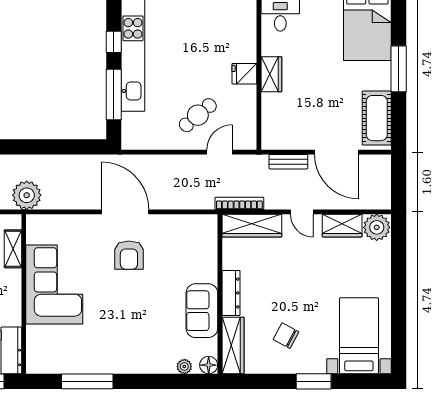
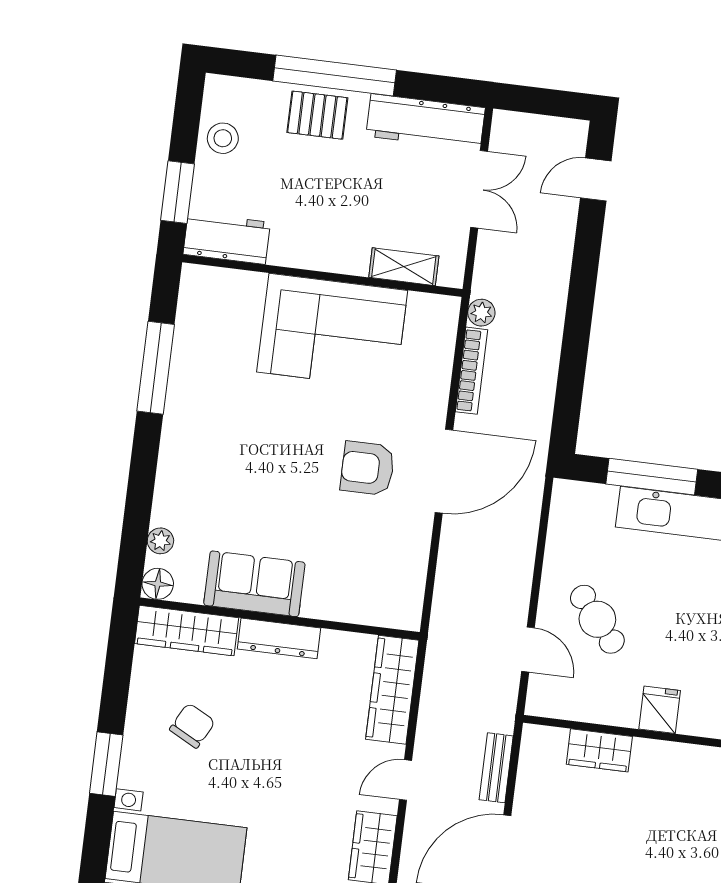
wardrobe: (271, 74) -> (599, 750), moved
plant: (27, 195) -> (481, 313), width x0.53, depth x0.53
bookcase: (239, 203) -> (471, 371), moved

